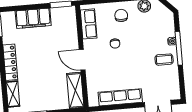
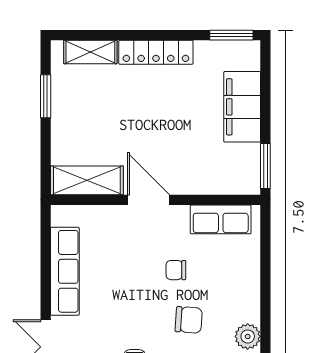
chair: (121, 15) -> (189, 320), moved
door: (82, 60) -> (148, 200), hinge flipped

